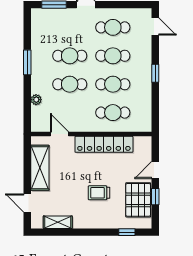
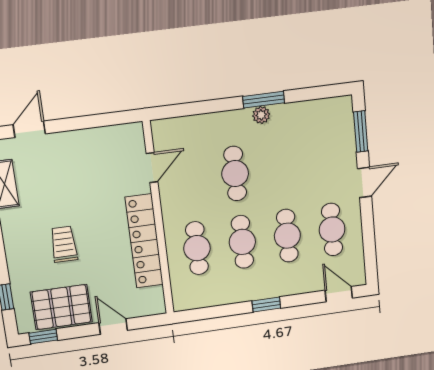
door: (155, 27) -> (339, 294), swing flipped
cafe table: (70, 56) -> (281, 168), removed
plant: (36, 100) -> (261, 115), moved
shelving: (40, 168) -> (92, 143), removed
window: (155, 197) -> (43, 337), moved

